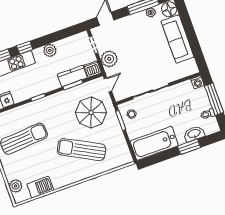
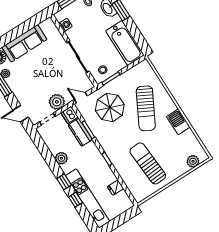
washing machine: (197, 82) -> (65, 25), moved
barbecue: (40, 187) -> (178, 122), moved

